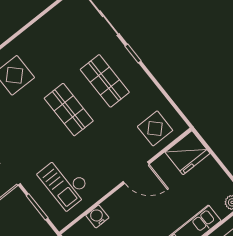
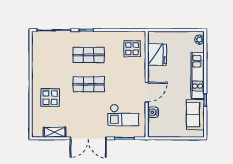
fridge: (188, 153) -> (157, 55), moved
door: (136, 173) -> (147, 92), moved

